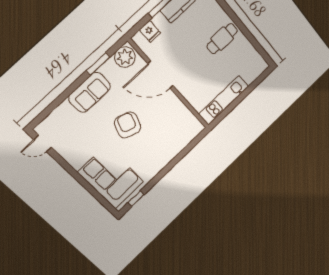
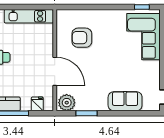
sofa: (90, 92) -> (125, 101), moved
armchair: (128, 125) -> (82, 38), moved, turned 70

